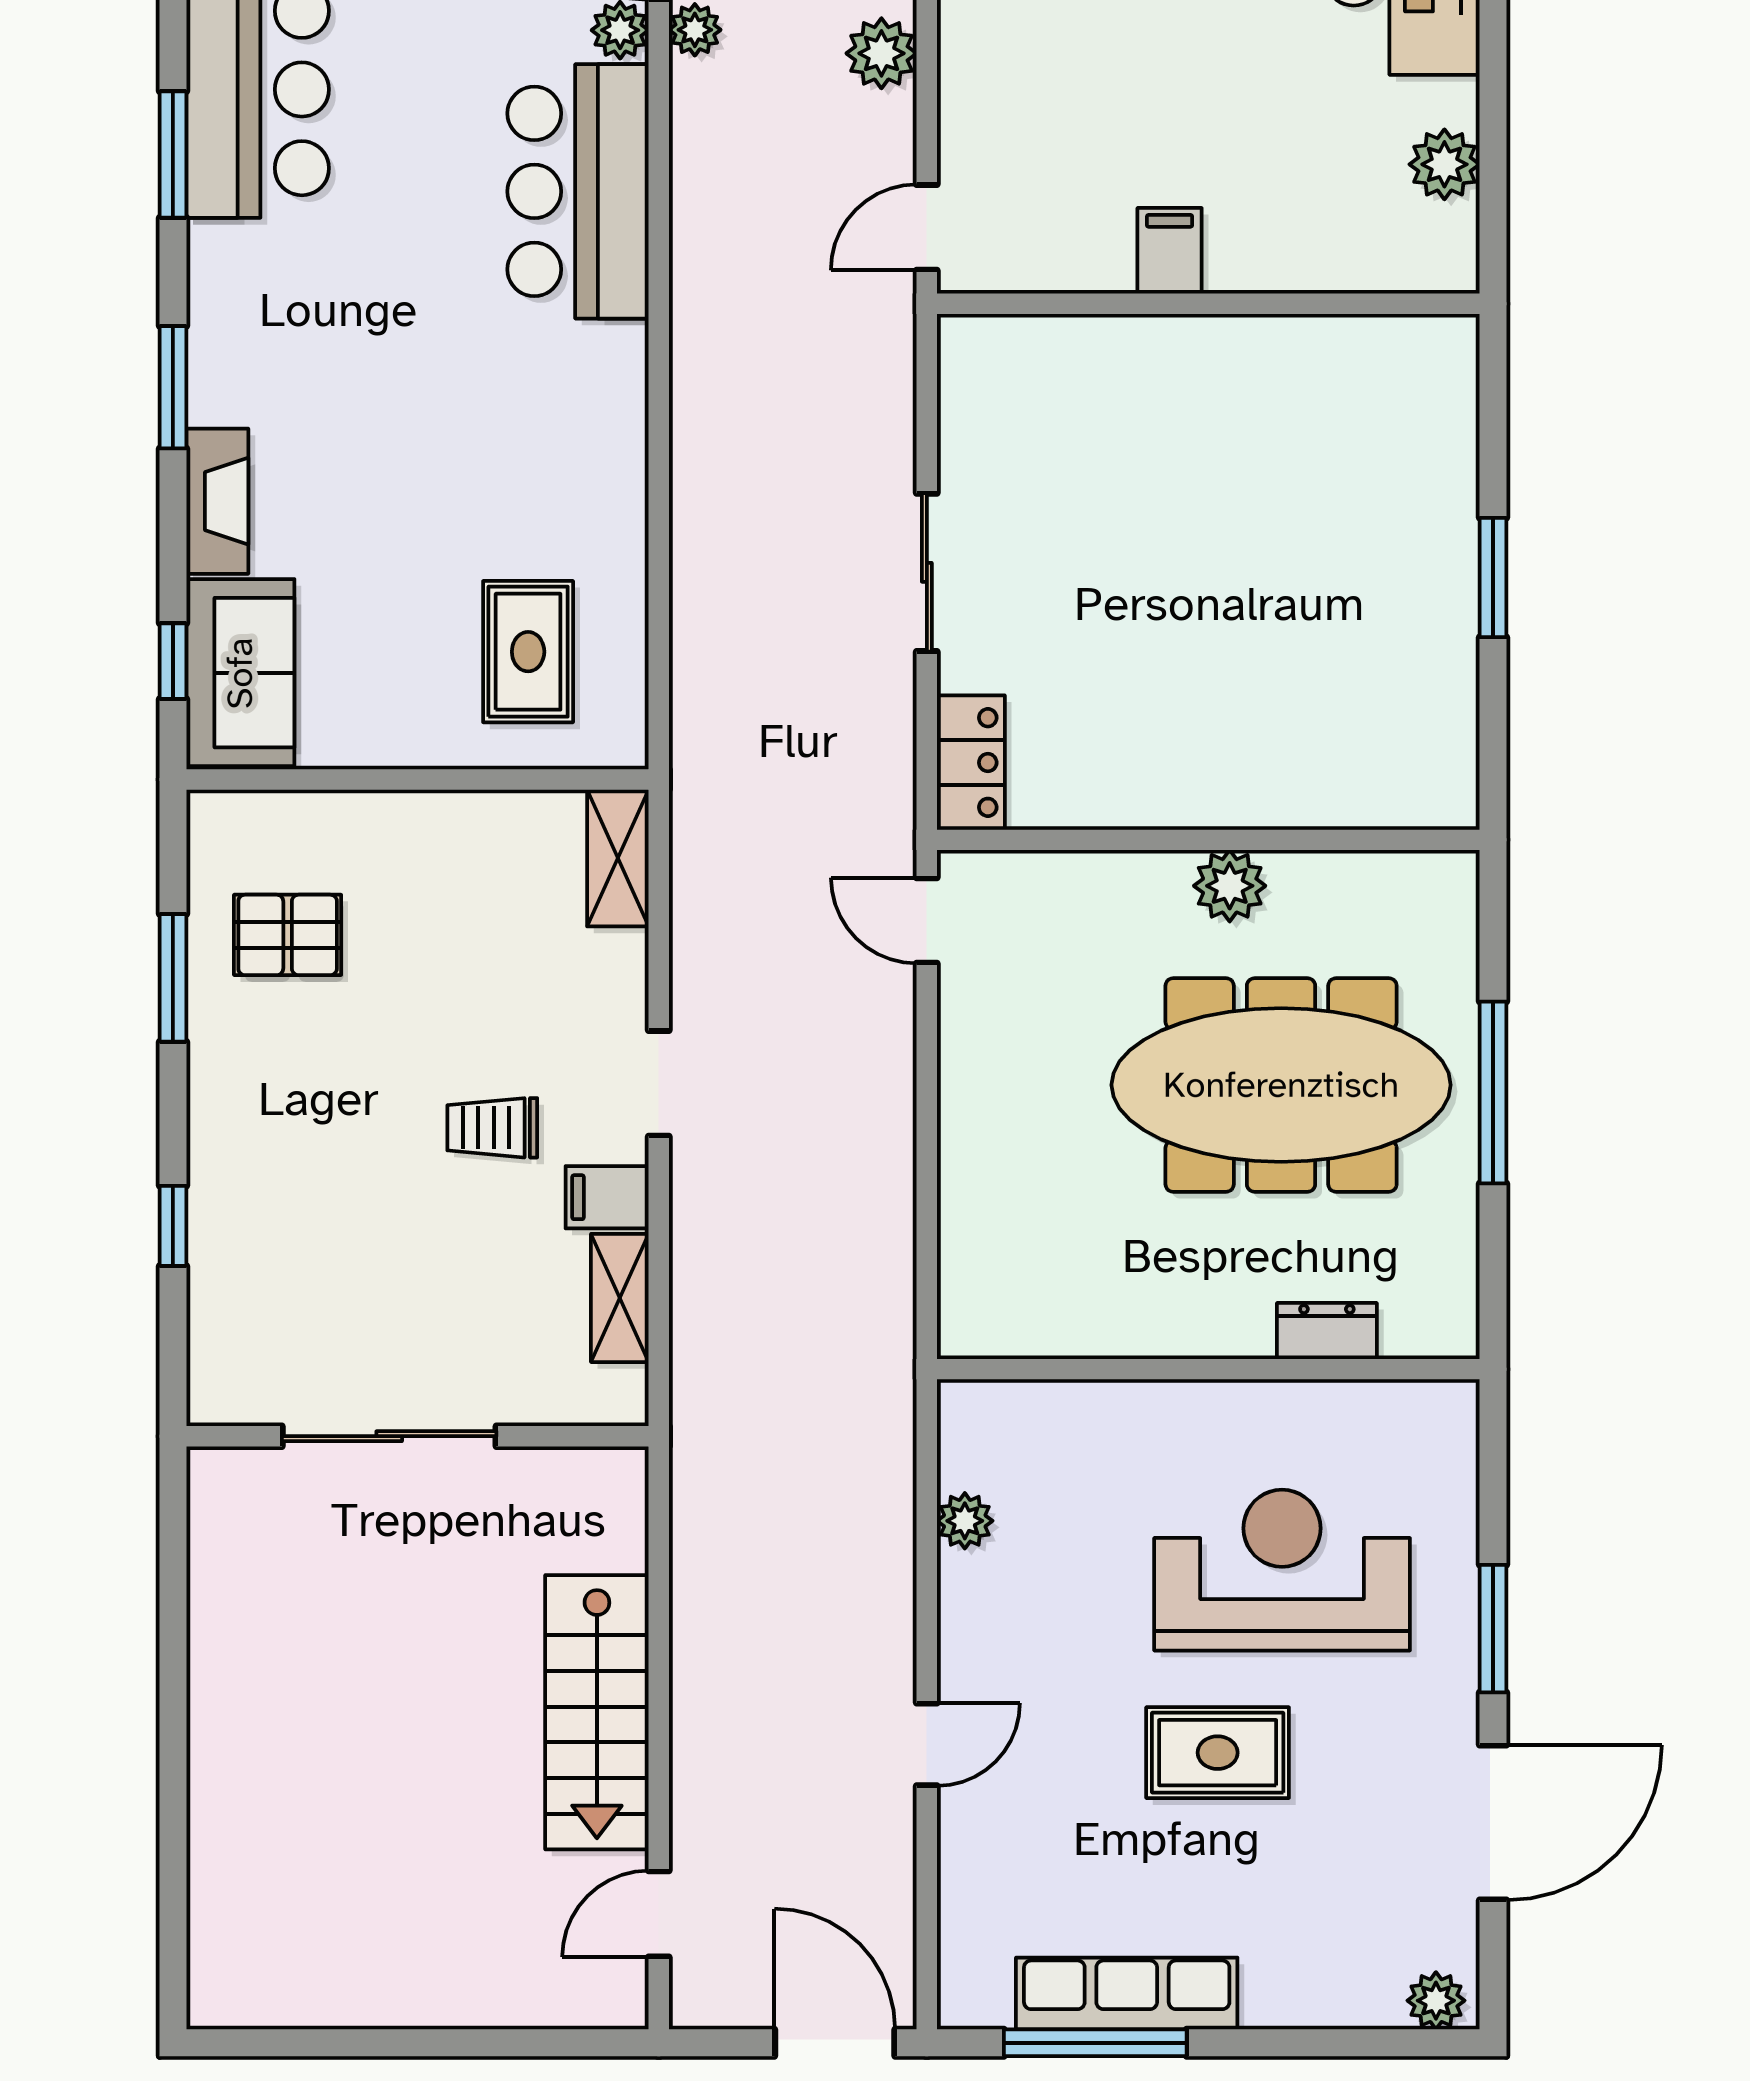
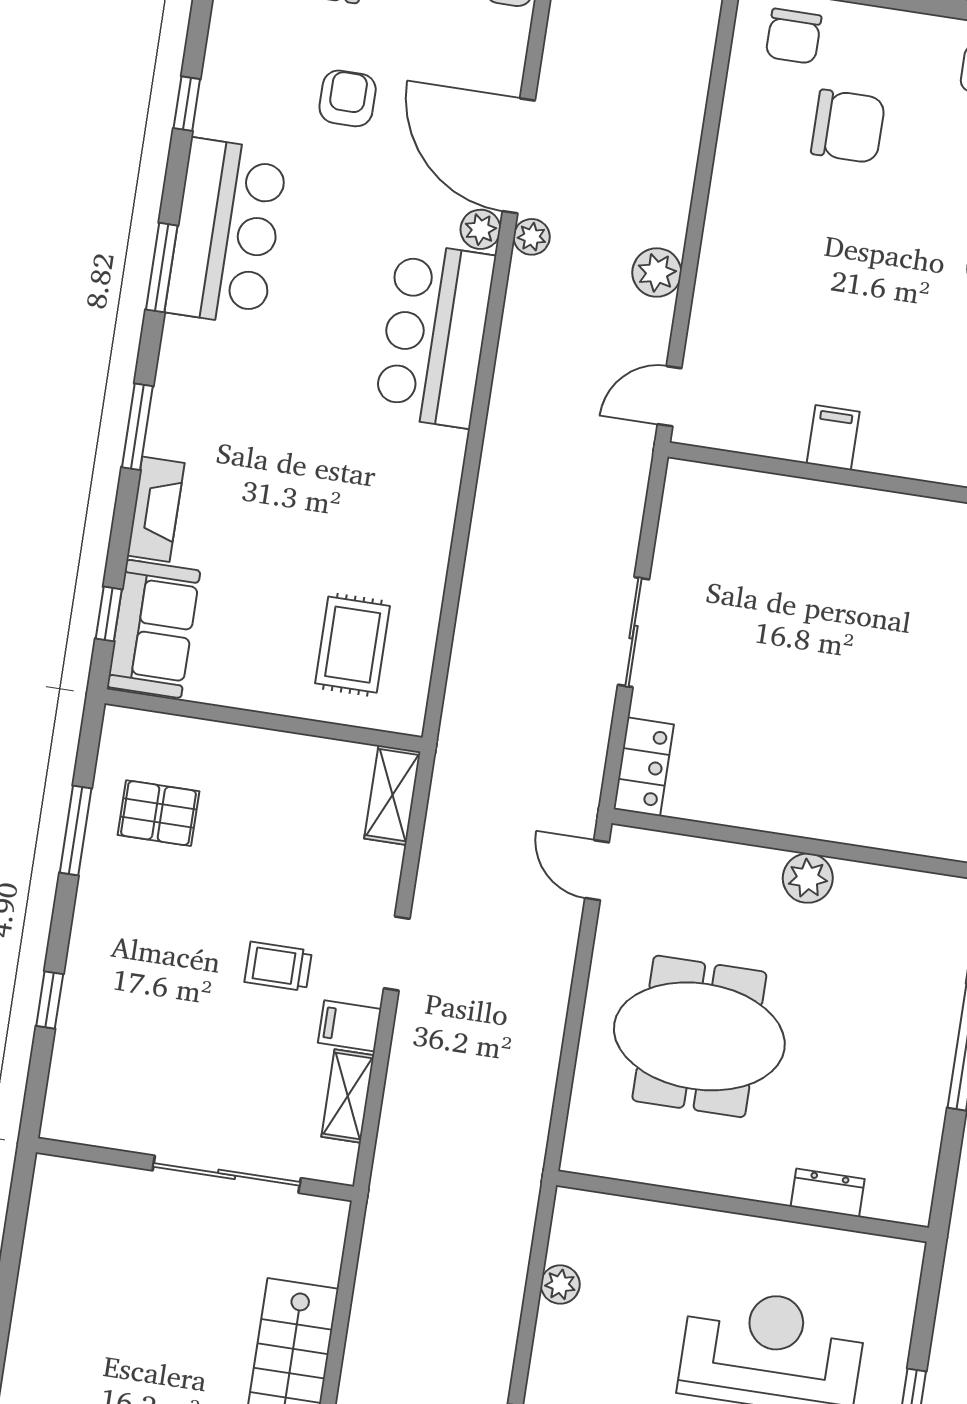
meeting table: (1281, 1085) -> (699, 1036), moved, width x0.73
sliding door: (389, 1436) -> (227, 1174), moved

